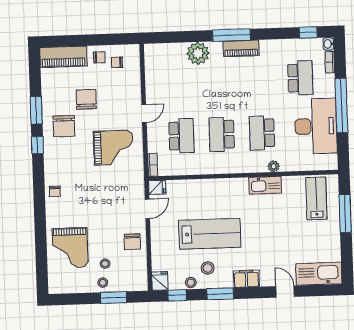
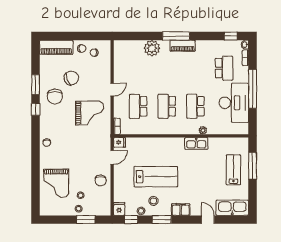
chair: (86, 99) -> (71, 78), turned 69
school desk: (181, 136) -> (138, 106), turned 180
lab bench: (316, 198) -> (233, 170), moved

